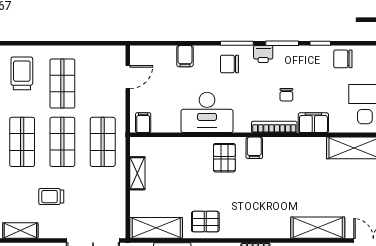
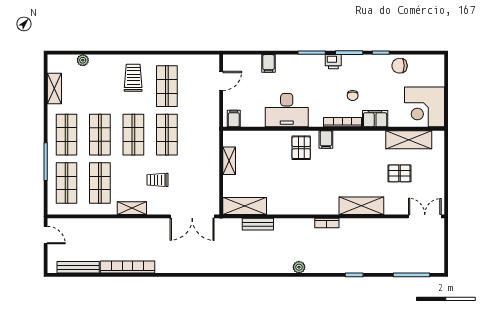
chair: (230, 64) -> (305, 70), removed
shop shelf: (103, 142) -> (200, 135), removed
pallet: (205, 222) -> (399, 173), moved
shelving: (318, 228) -> (361, 206), moved

